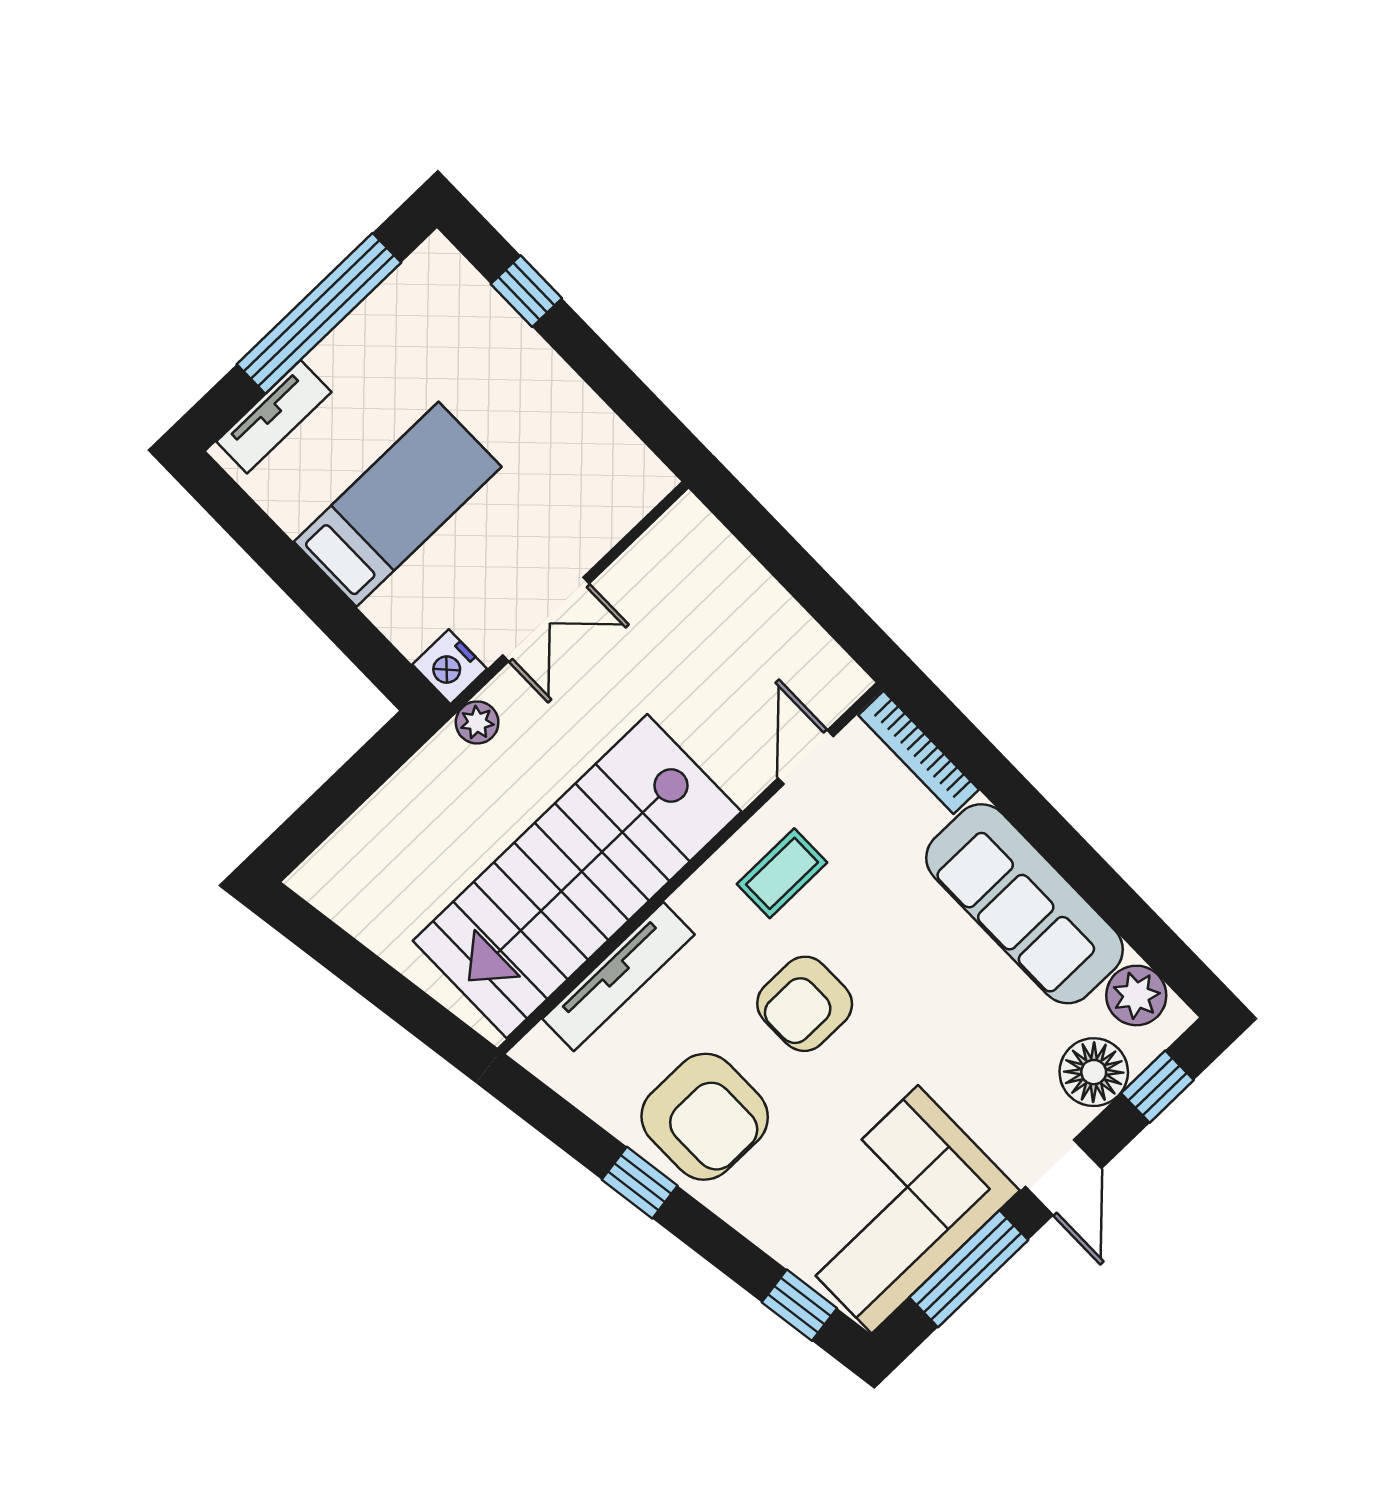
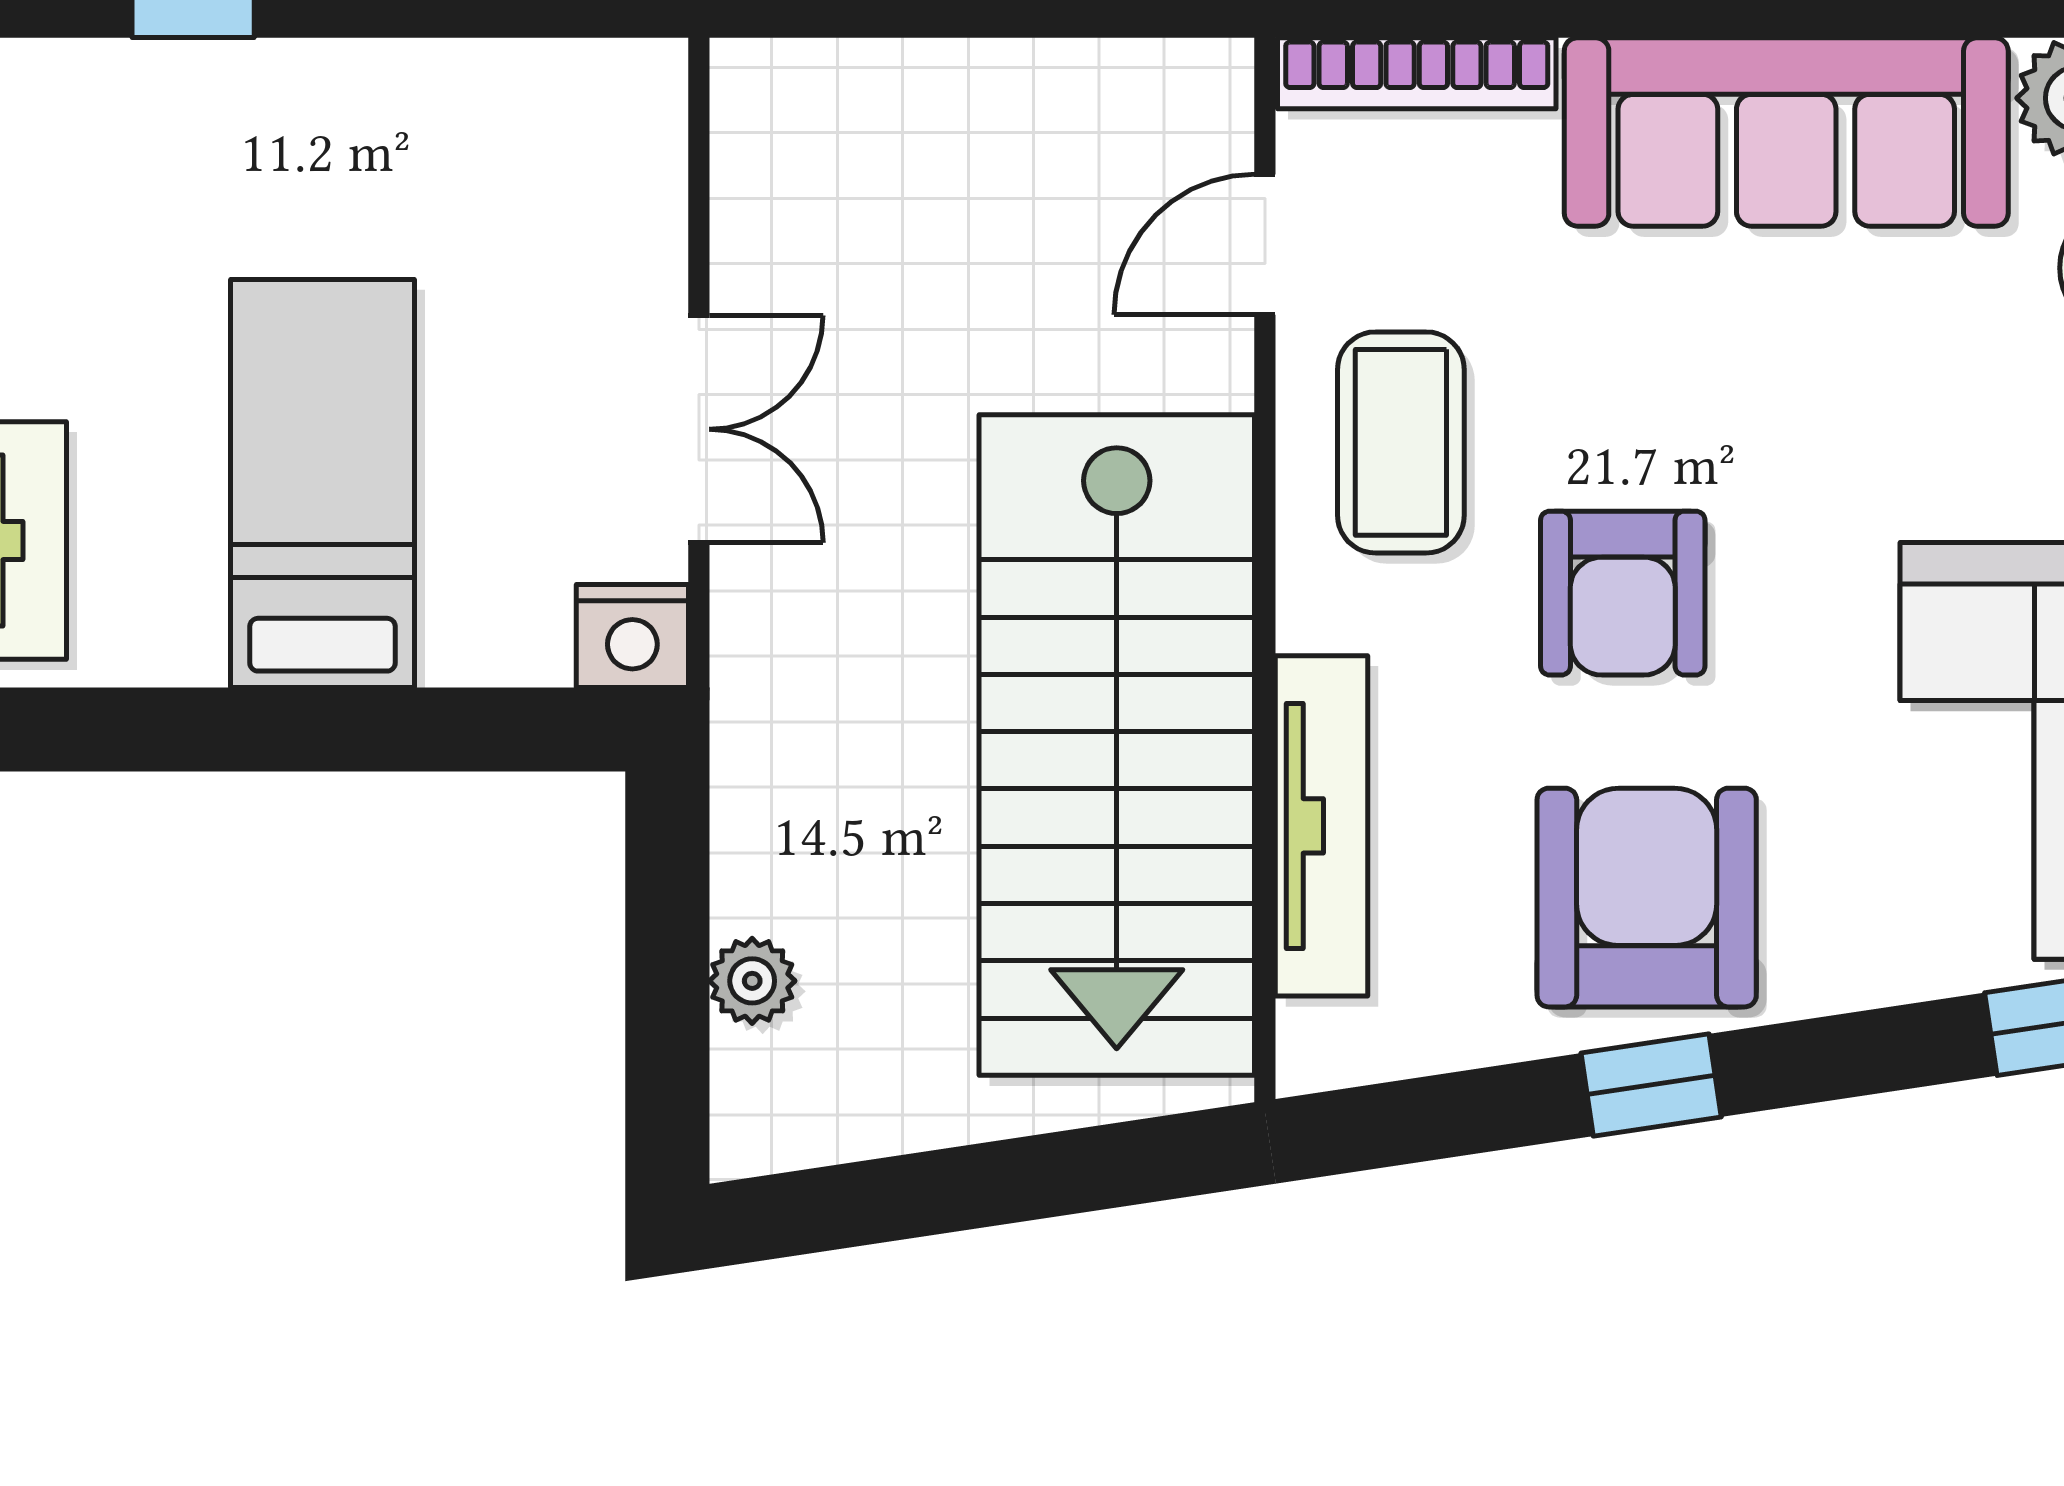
plant: (477, 722) -> (752, 981), moved
door: (806, 757) -> (1265, 245), hinge flipped
coffee table: (782, 873) -> (1401, 442), width x1.36, depth x1.30
armchair: (705, 1117) -> (1647, 898), turned -90

